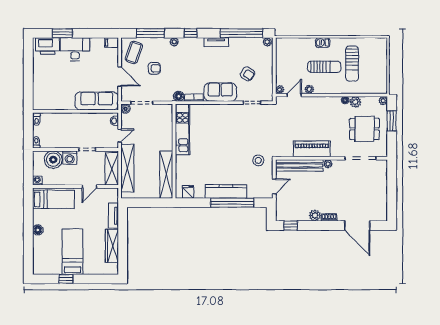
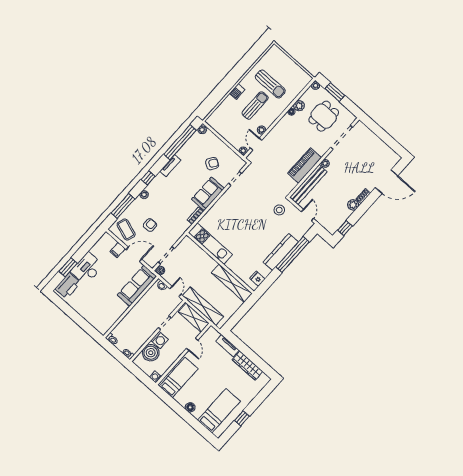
filing cabinet: (111, 43) -> (118, 250), moved
floor lamp: (179, 96) -> (185, 225), removed
bed: (73, 252) -> (219, 411), moved, turned 90

